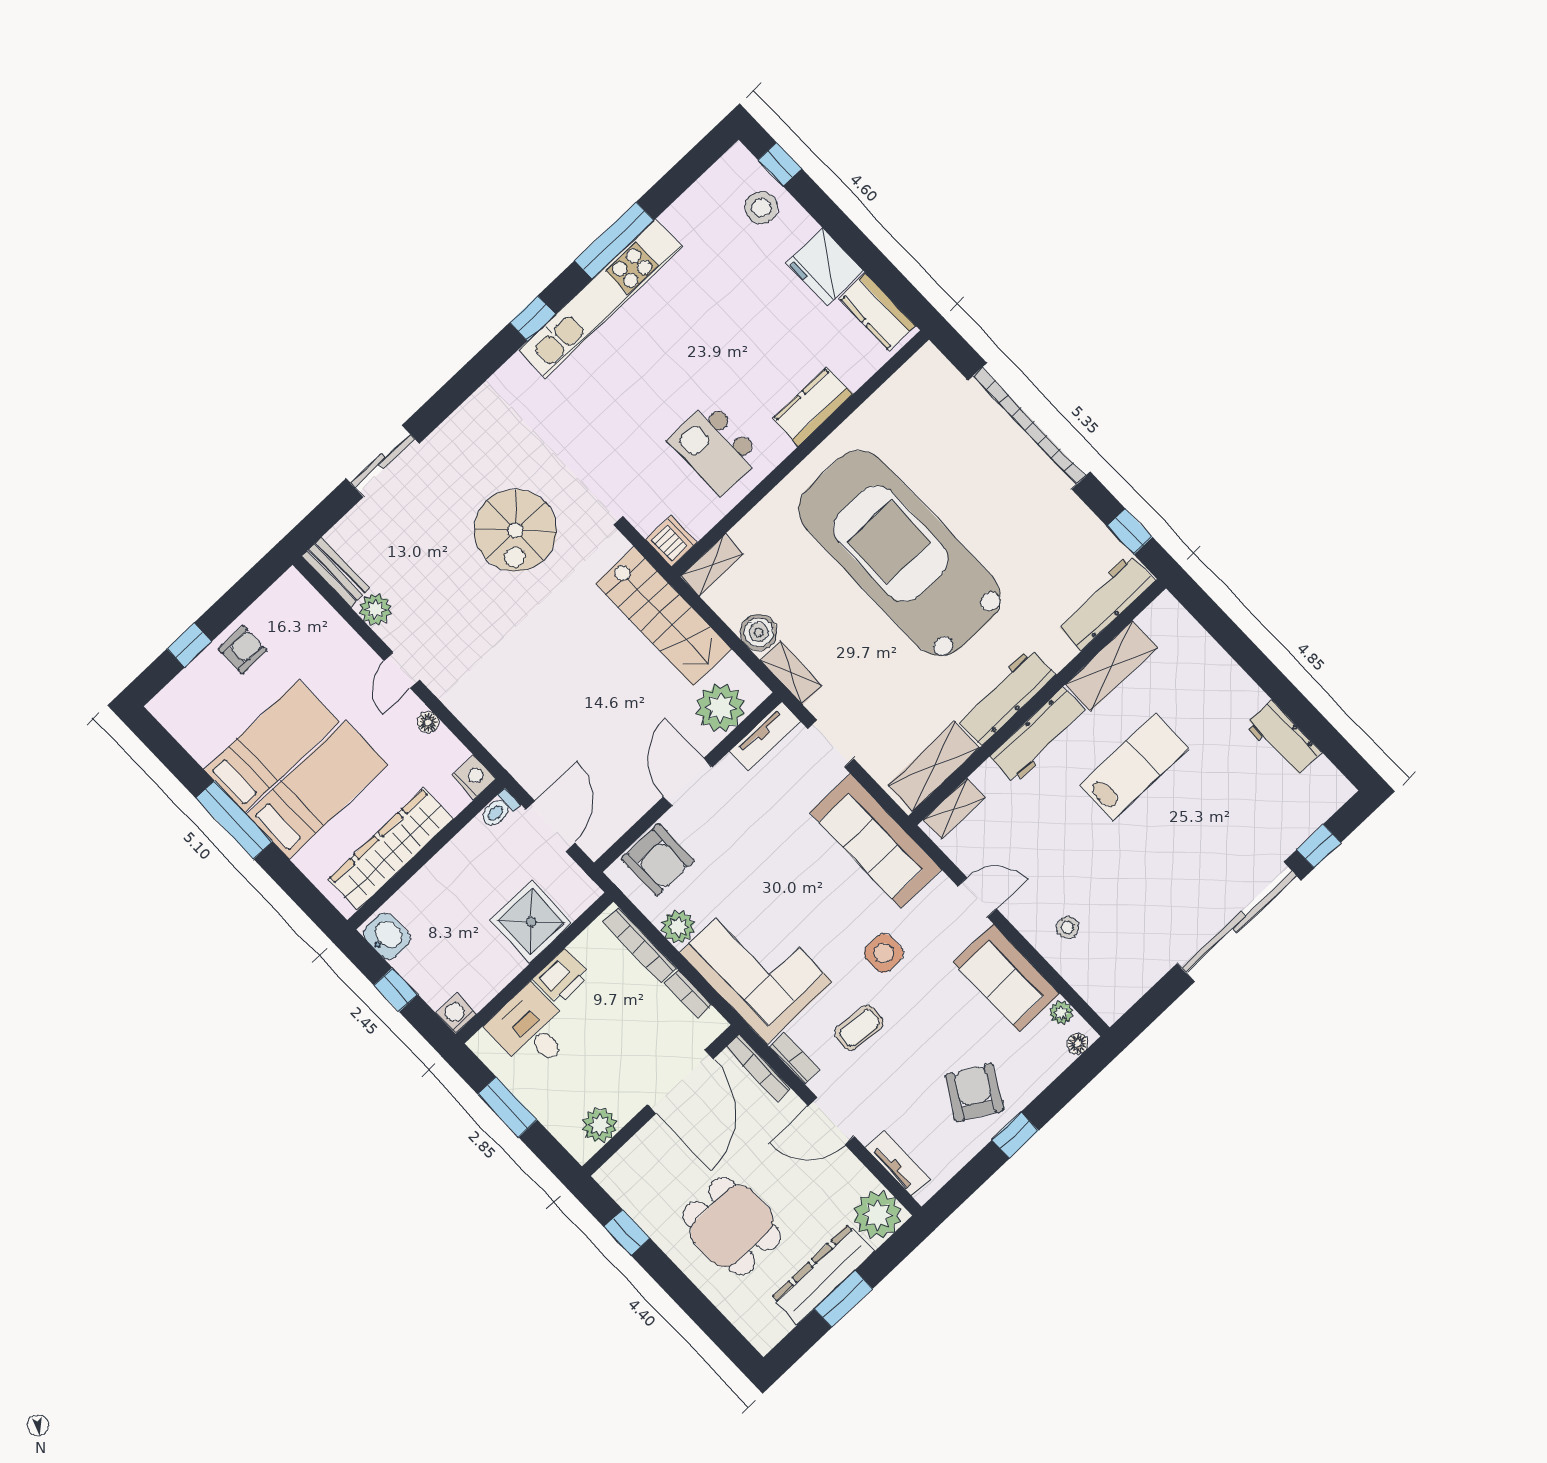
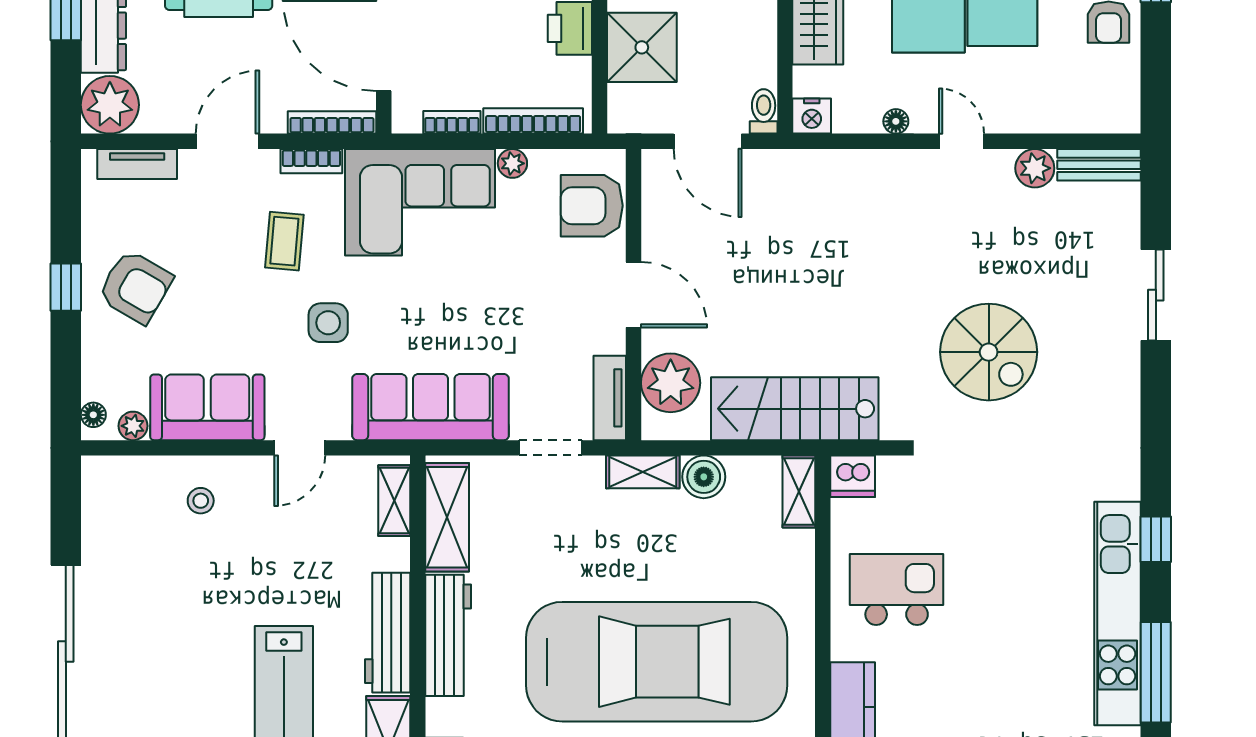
spiral stairs: (515, 530) -> (989, 352), turned 180
plant: (678, 927) -> (512, 163), width x0.73, depth x0.73

